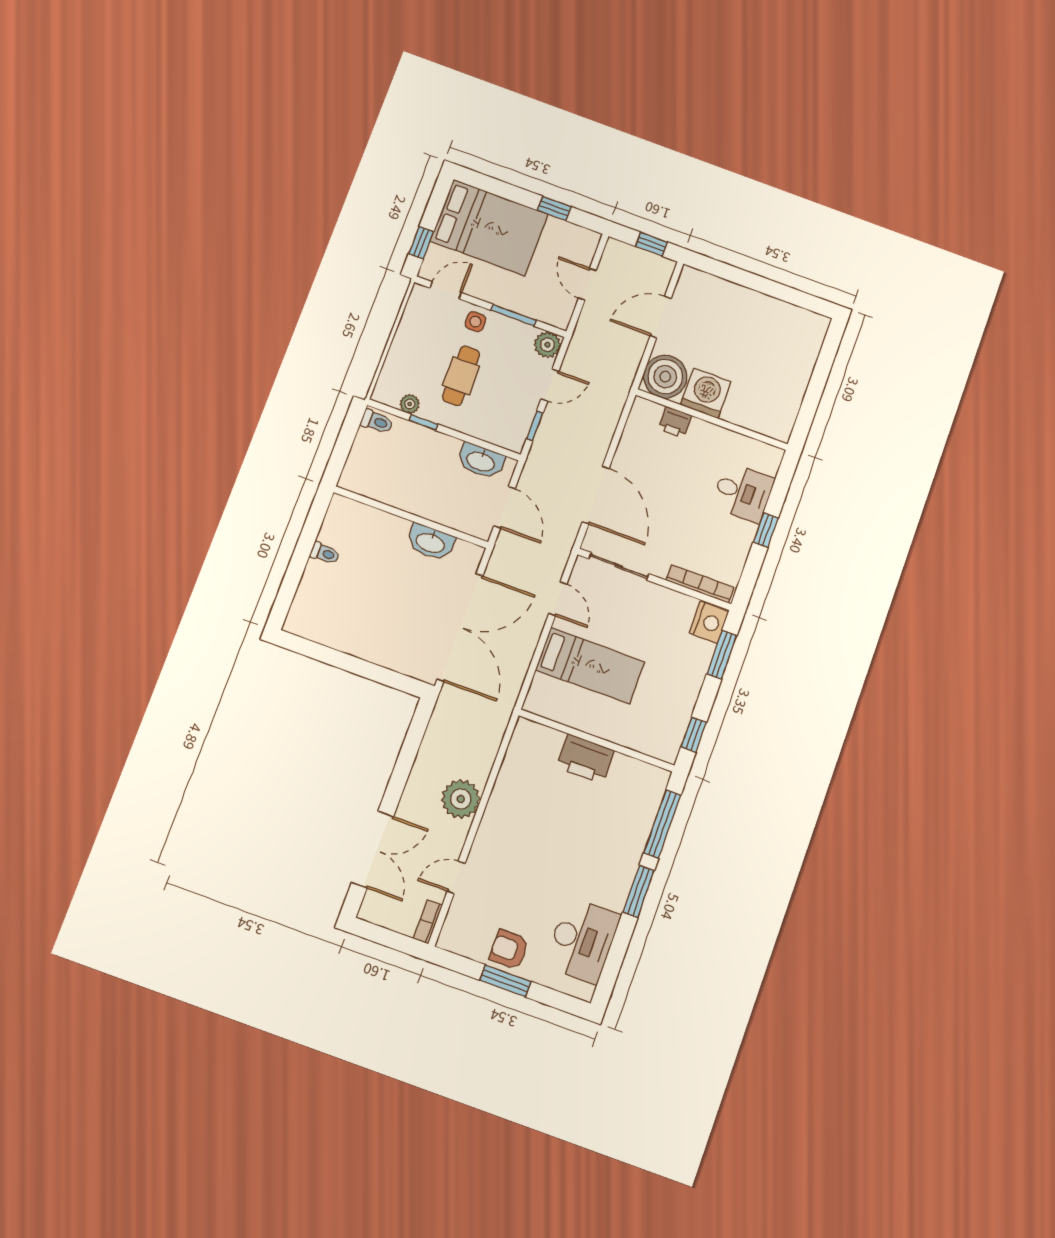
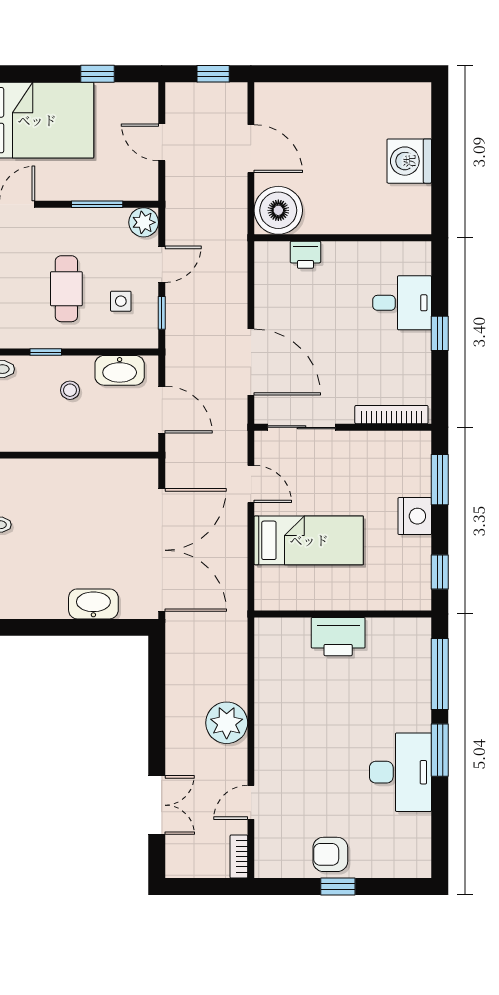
door: (661, 317) -> (251, 149), swing flipped
side table: (475, 322) -> (121, 301), moved
washing machine: (706, 393) -> (409, 161), moved, turned -90
plant: (410, 404) -> (25, 338), removed
stool: (432, 462) -> (70, 390), added
washbasin: (431, 542) -> (93, 604), moved, turned 180
nightstand: (709, 622) -> (415, 516), moved
double door: (372, 849) -> (157, 805), width x0.73
desk: (582, 940) -> (400, 772), moved
window: (505, 981) -> (338, 887), width x0.67

